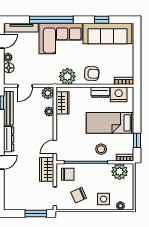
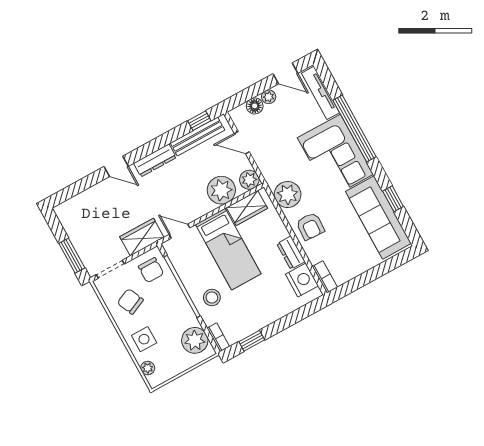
plant: (49, 112) -> (221, 190), width x1.87, depth x1.87
bed: (110, 123) -> (228, 249), moved, turned 180

